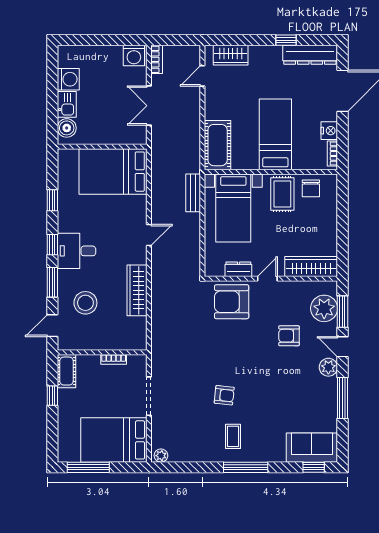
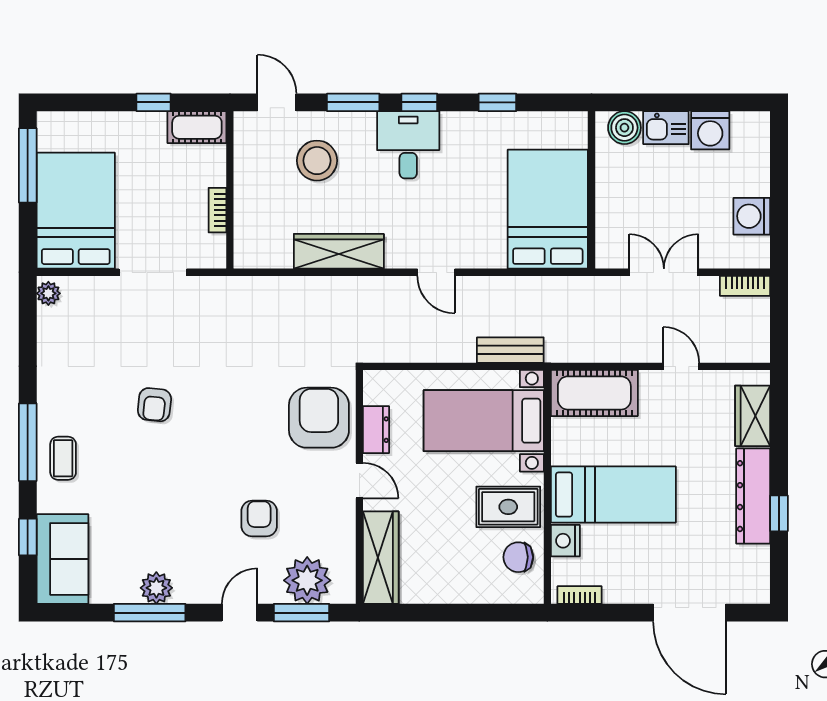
dresser: (310, 55) -> (753, 496), moved
washing machine: (134, 56) -> (752, 216), moved
door: (202, 76) -> (681, 366), moved
nightstand: (329, 131) -> (565, 541), moved, turned 90
plant: (328, 367) -> (156, 588), moved
coffee table: (233, 436) -> (63, 458), moved, turned 90
window: (314, 467) -> (28, 537), moved

